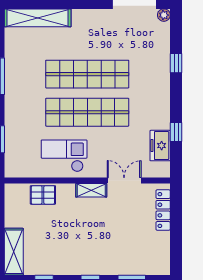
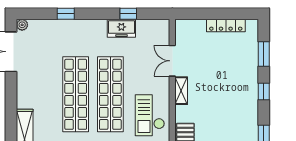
freezer: (160, 146) -> (121, 28), moved
locker: (163, 210) -> (226, 25), moved

